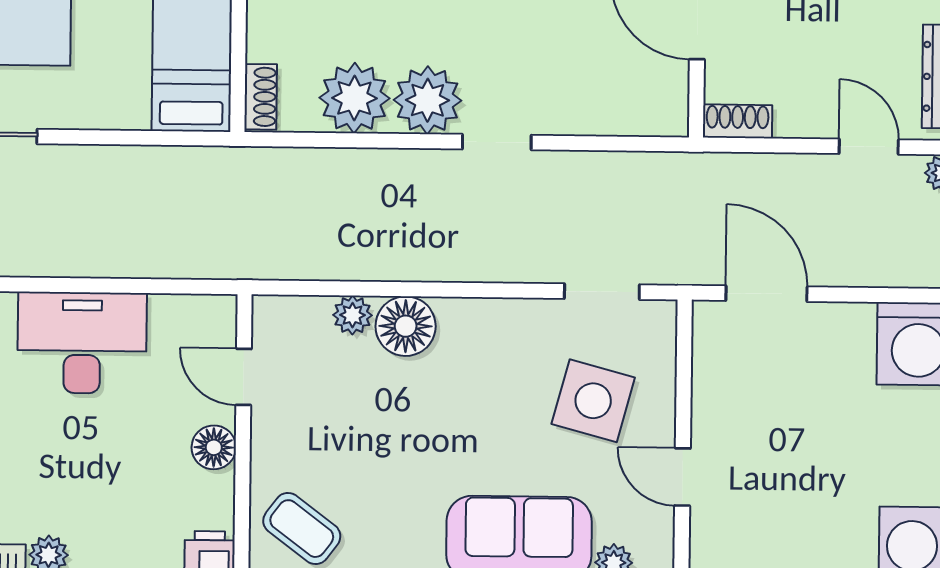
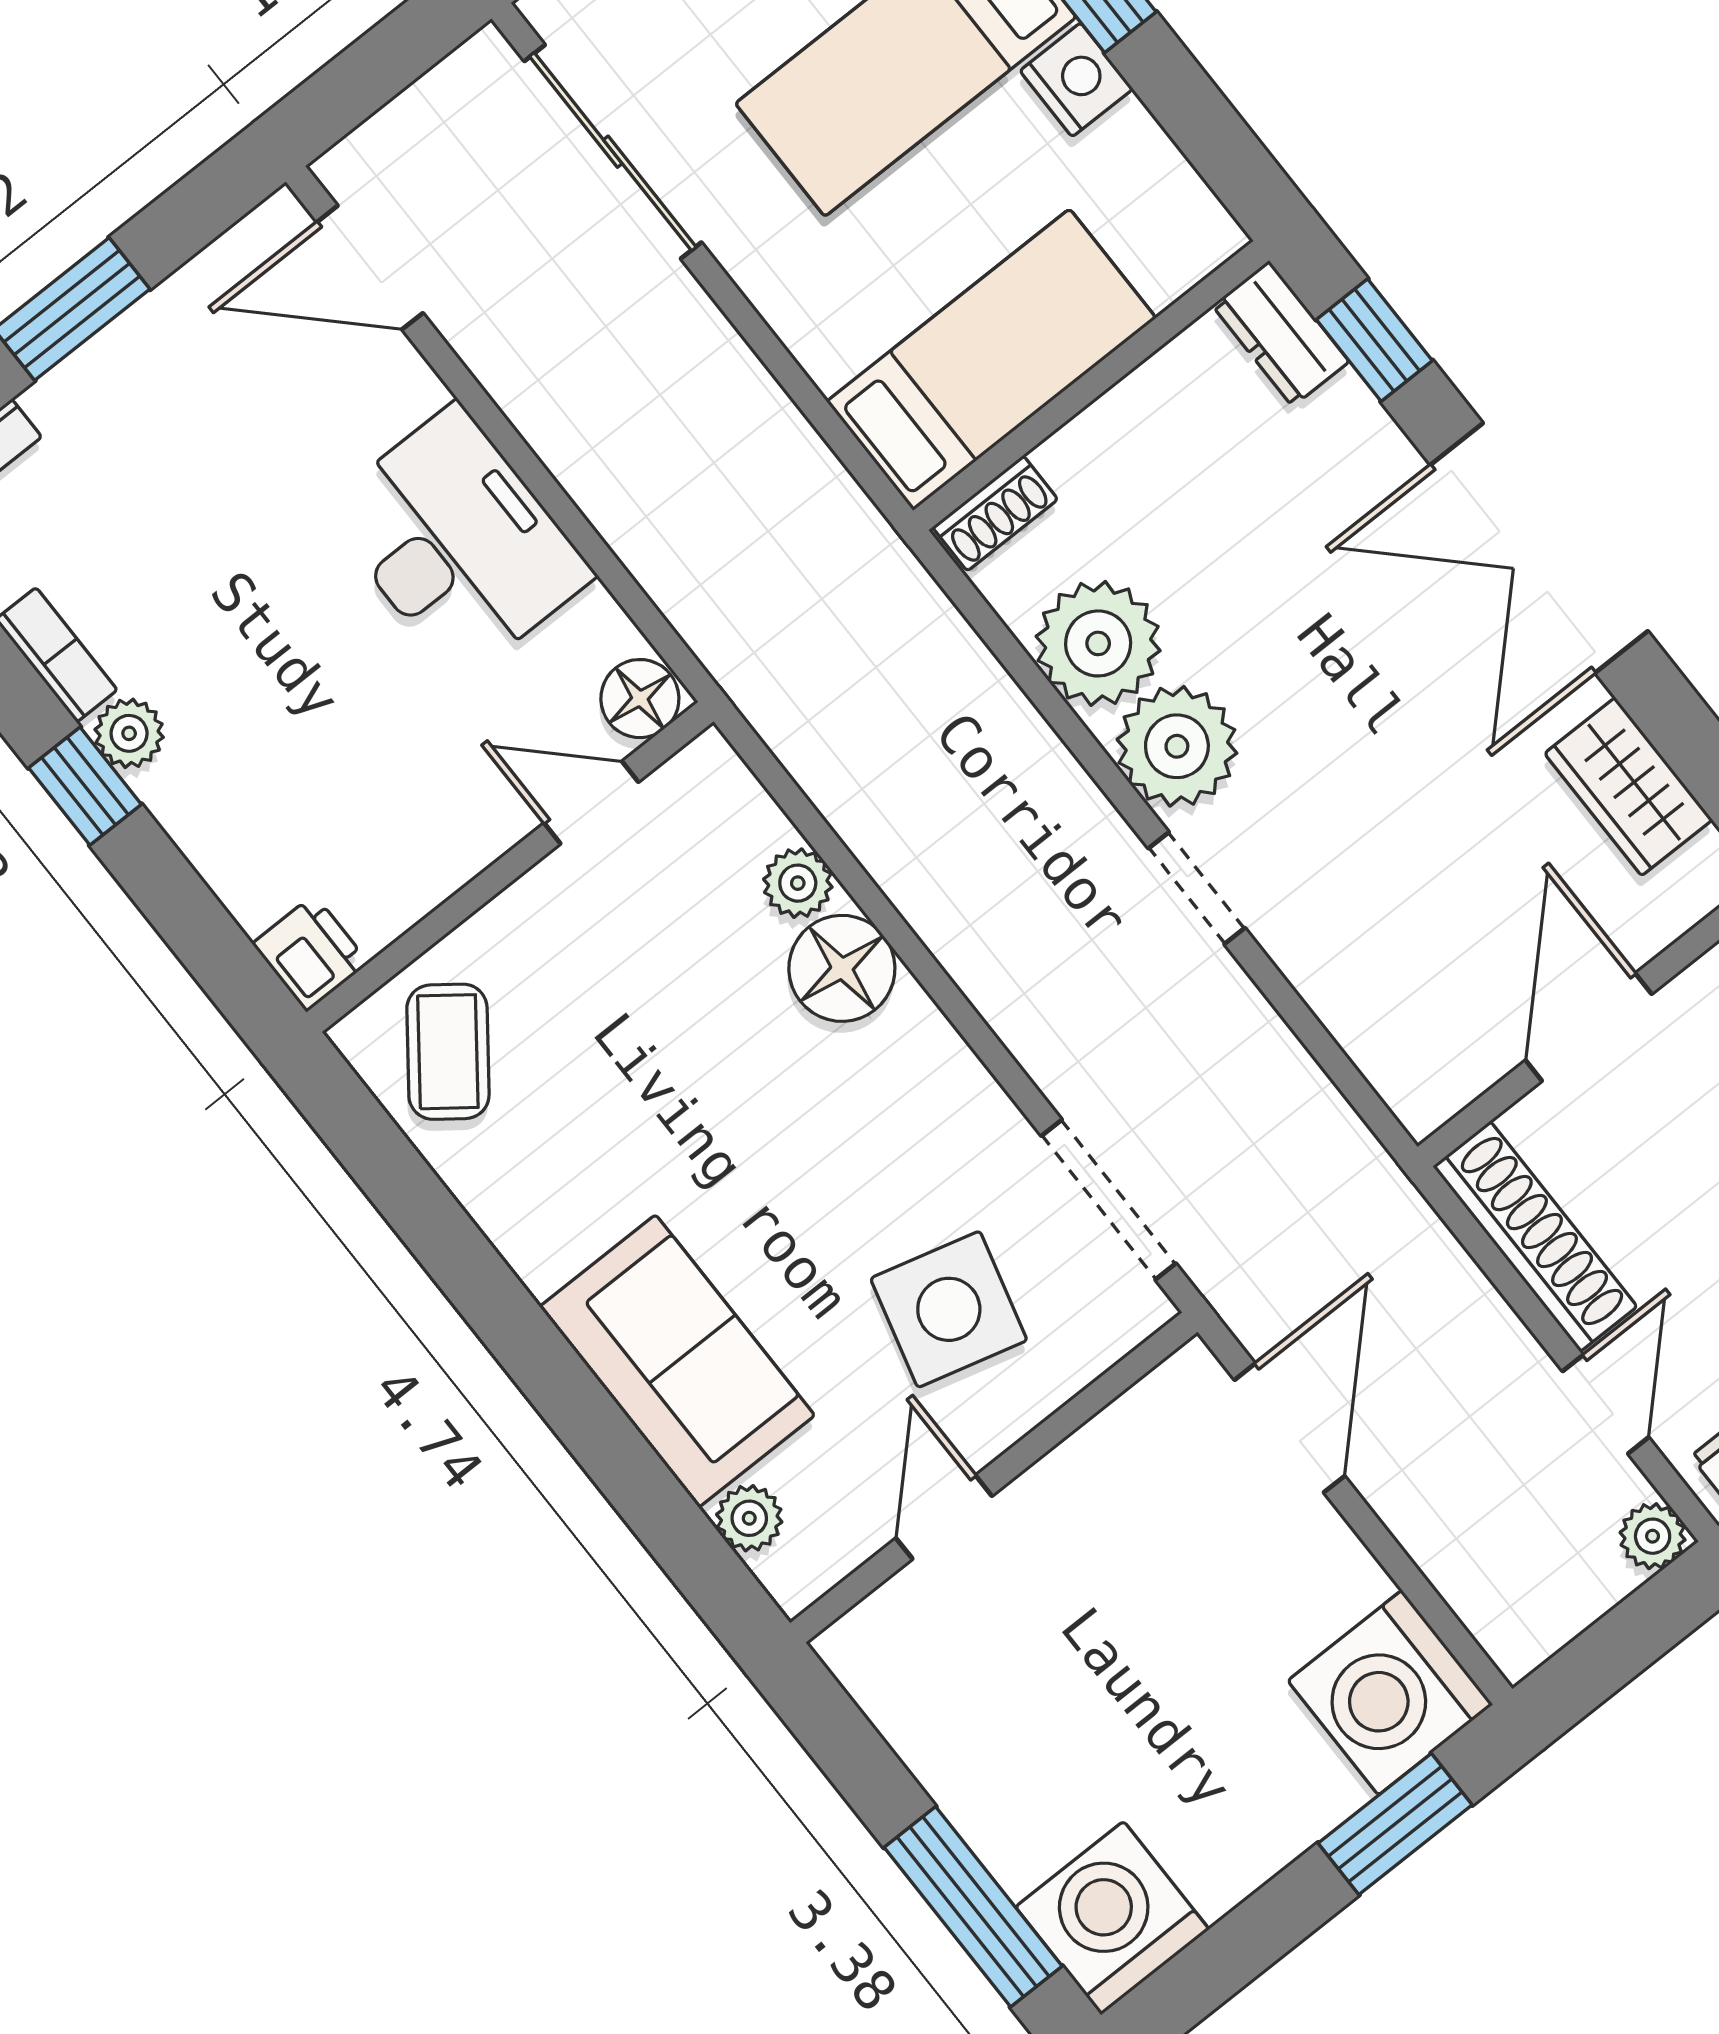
shoe rack: (738, 121) -> (1535, 1236), width x1.94, depth x1.24
doorway: (602, 292) -> (1109, 1200), width x1.38
door: (244, 377) -> (591, 803), hinge flipped
floor lamp: (214, 447) -> (640, 699), moved

